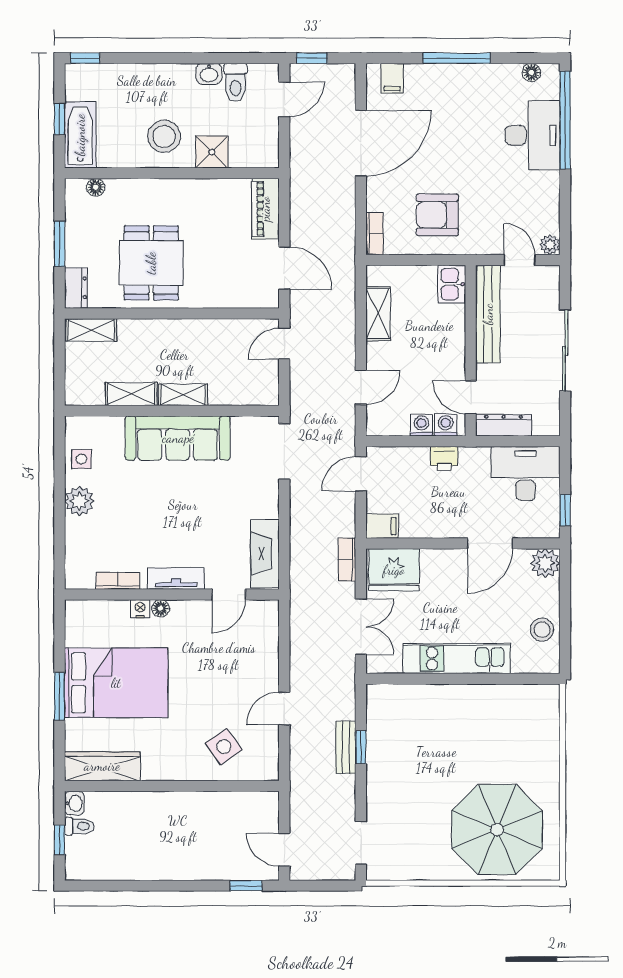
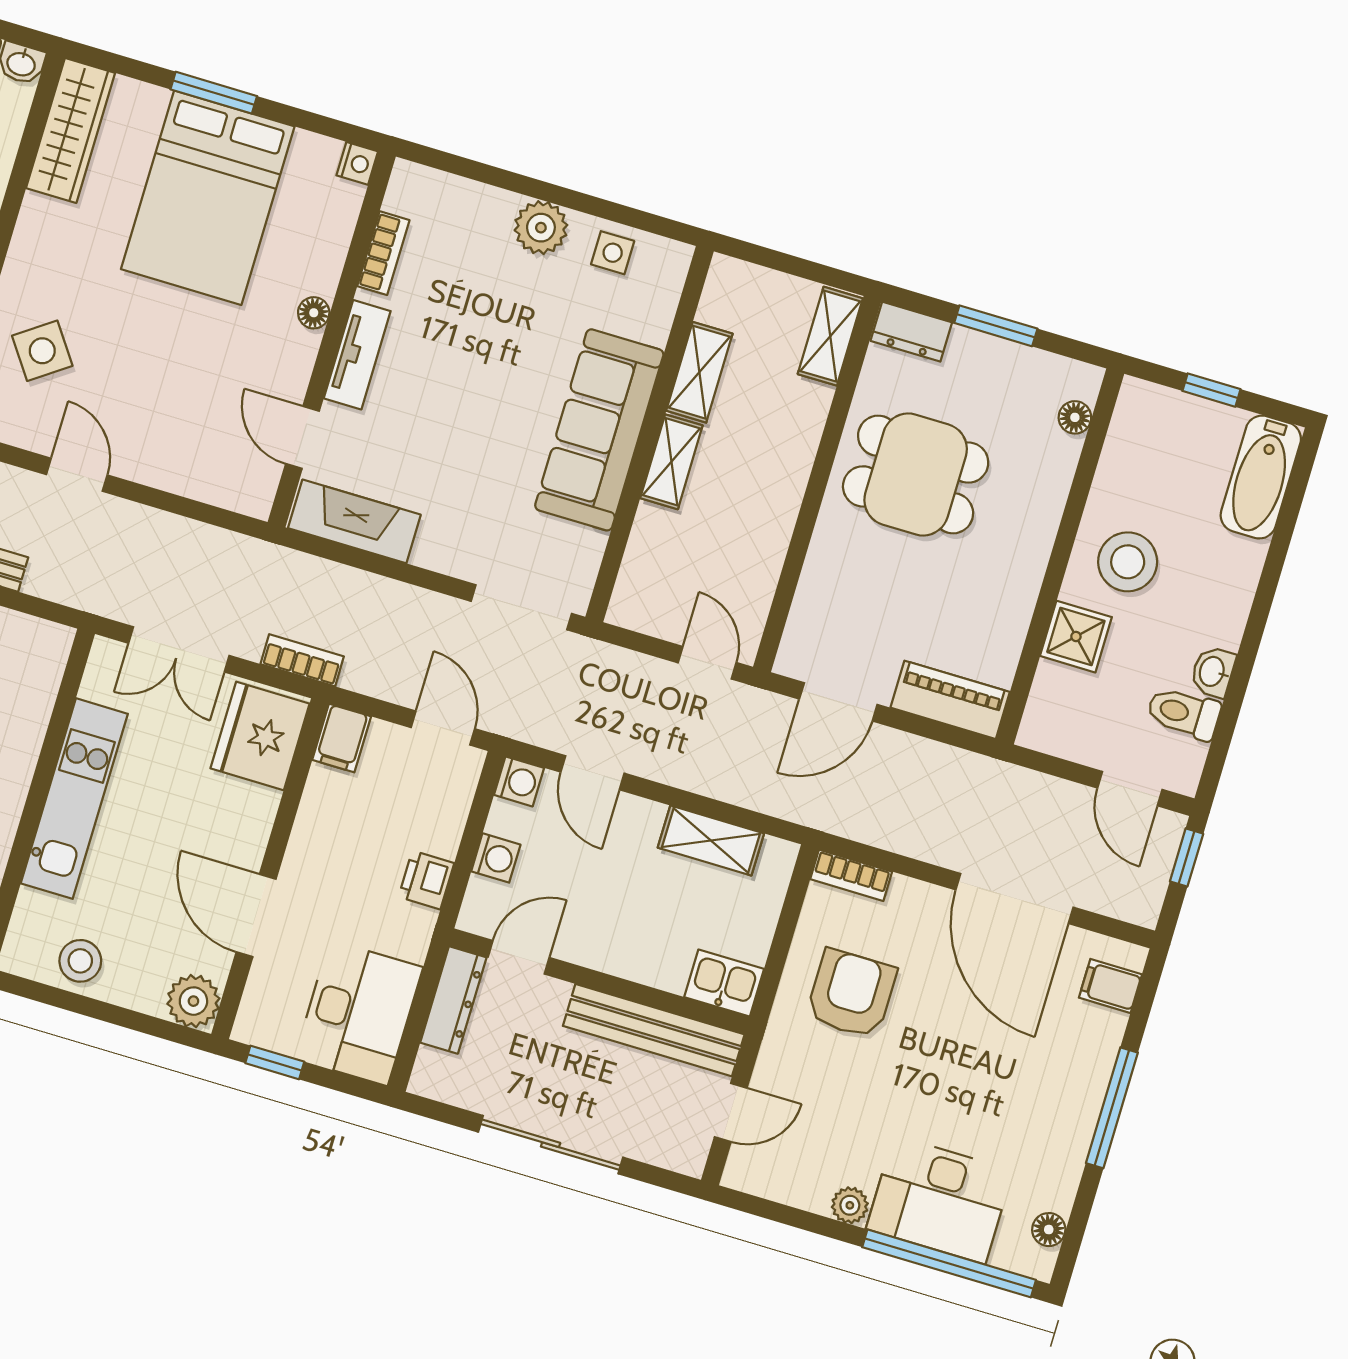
window: (85, 58) -> (1303, 466), removed
bathtub: (80, 135) -> (1261, 477), moved, turned 90
plant: (550, 245) -> (850, 1205), moved
washing machine: (446, 425) -> (519, 781), moved
nightstand: (140, 609) -> (357, 163), moved

